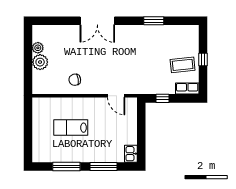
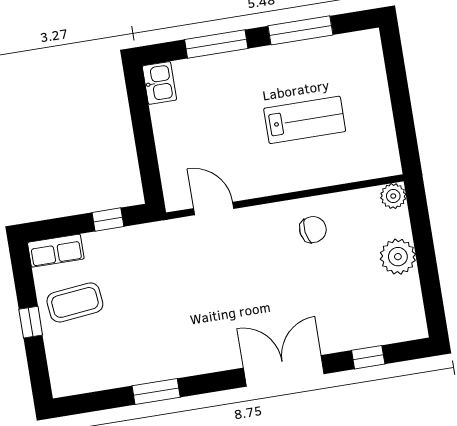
window: (60, 21) -> (368, 357), added
plant: (38, 48) -> (393, 196), moved

